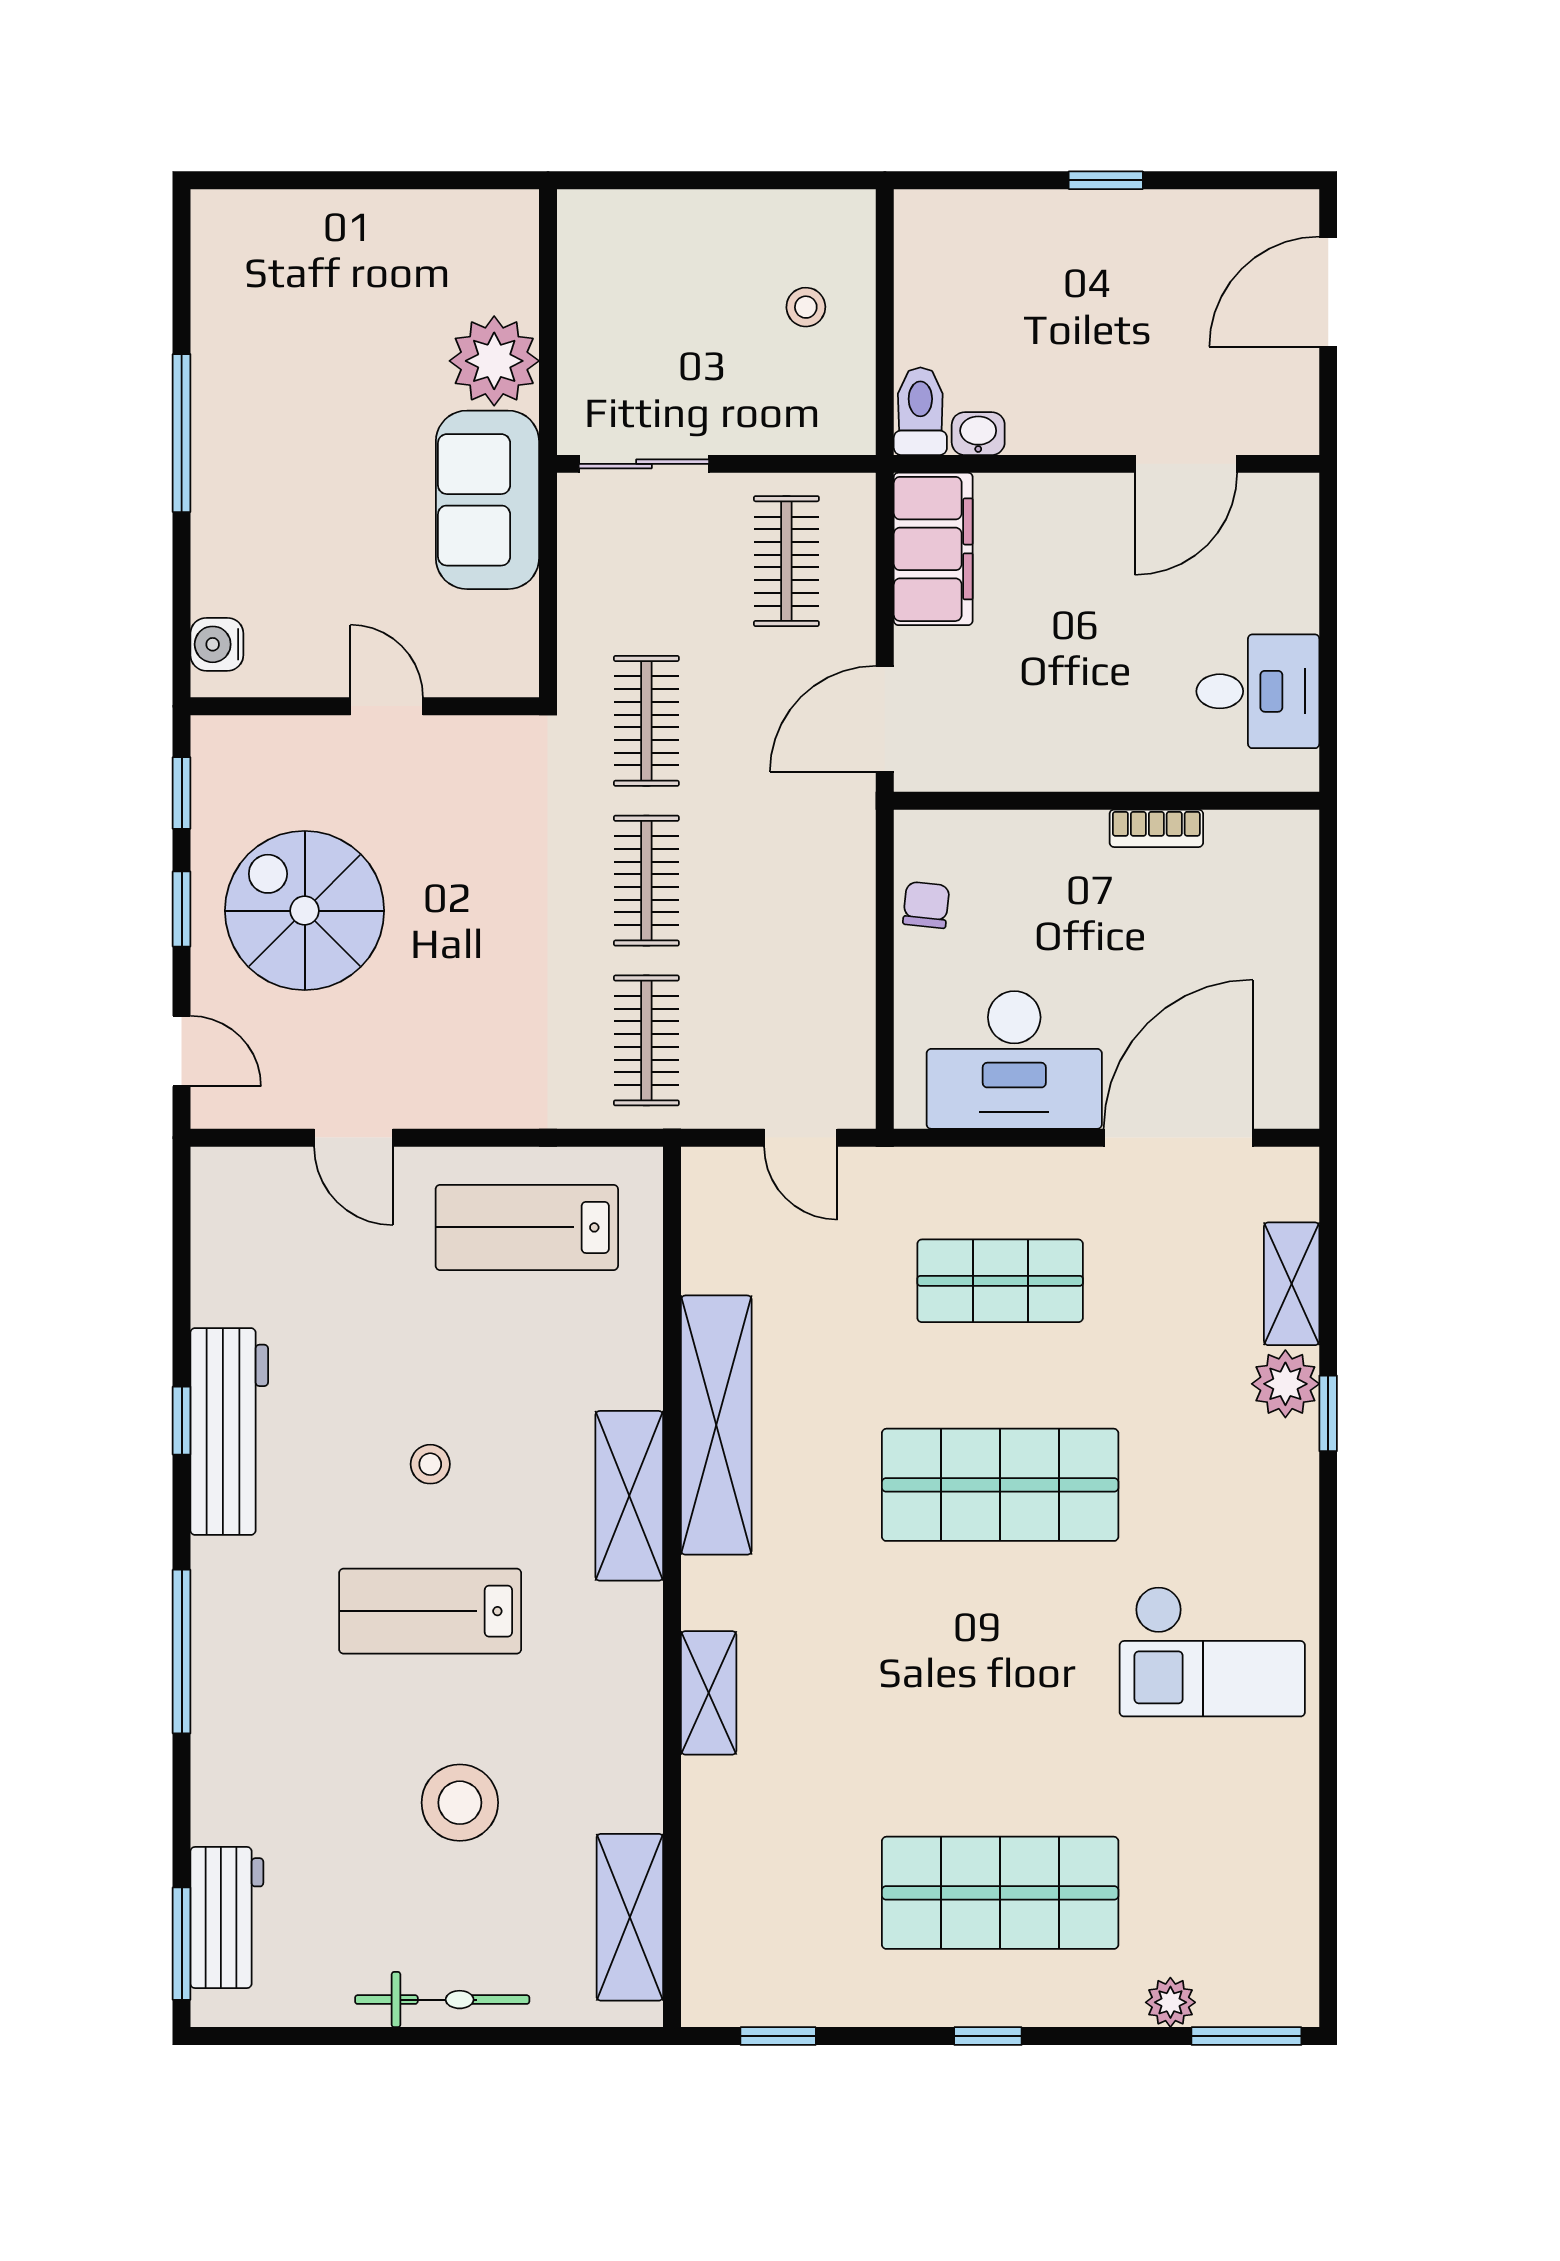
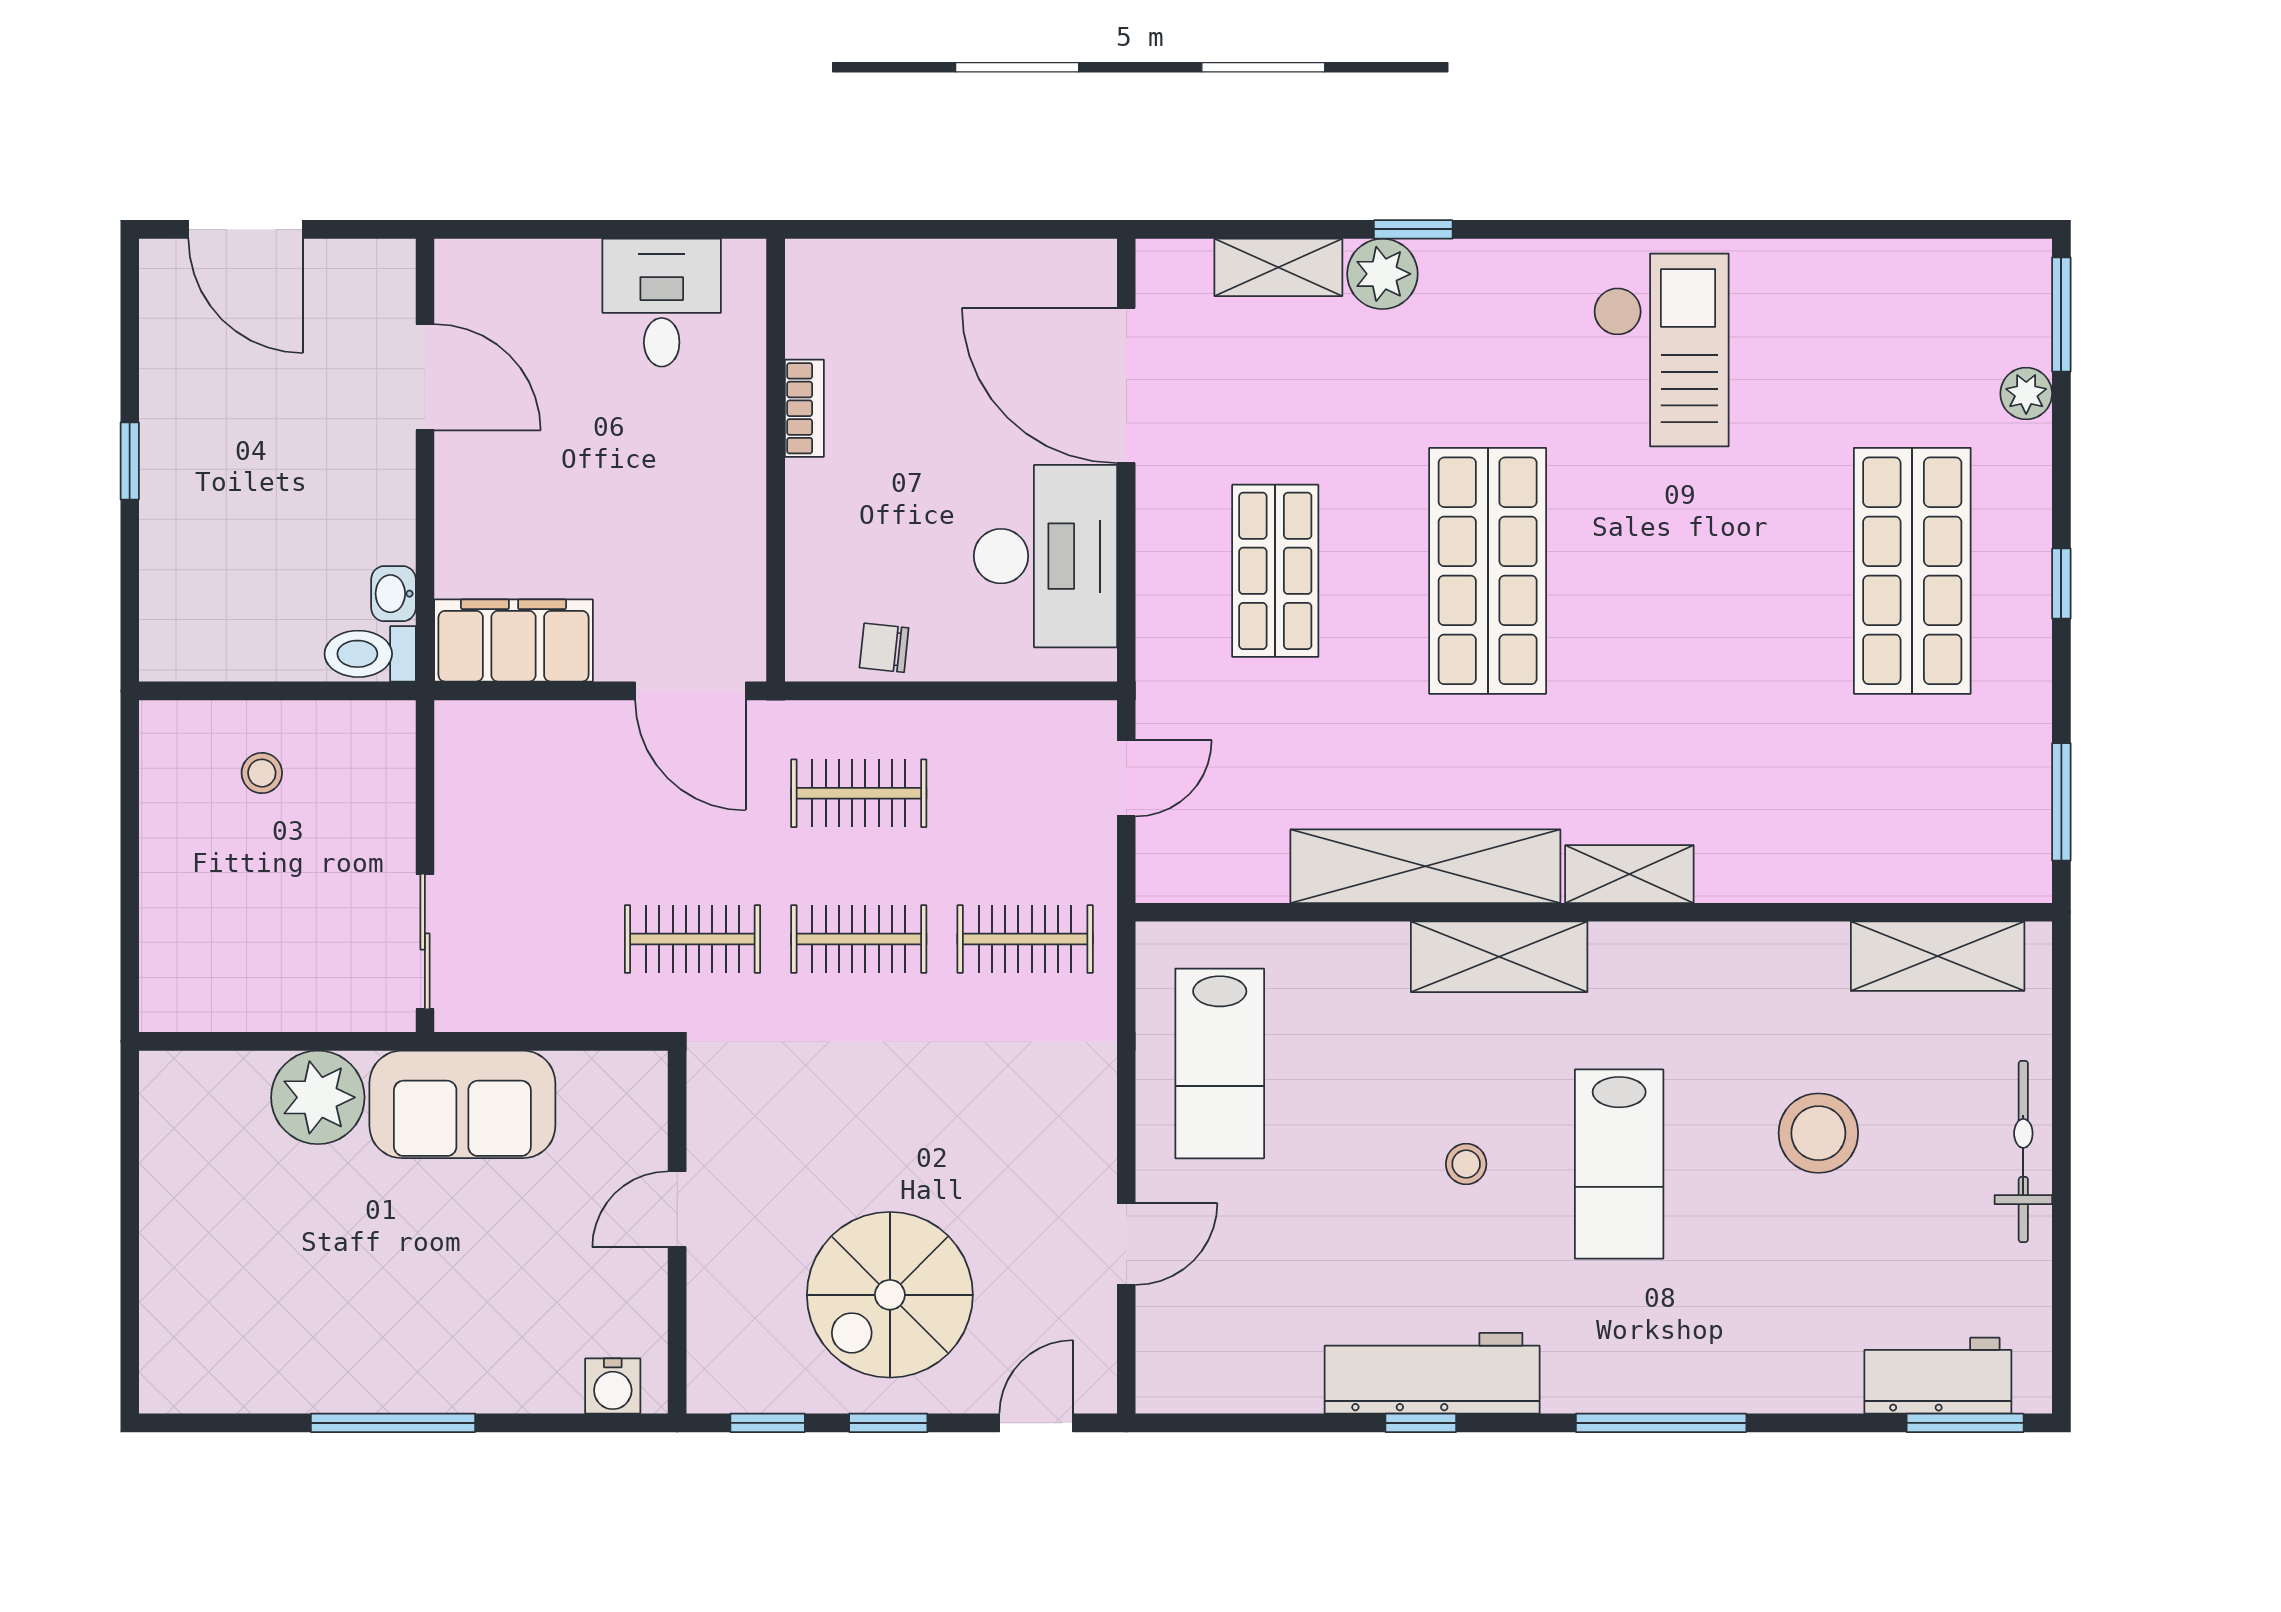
clothes rail: (786, 561) -> (859, 793), moved
shelving: (709, 1693) -> (1629, 874), moved
window: (778, 2036) -> (2061, 802), width x1.50

